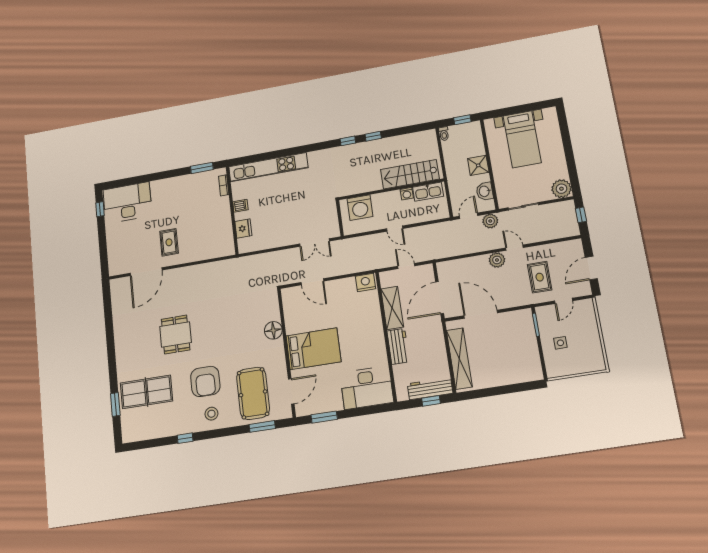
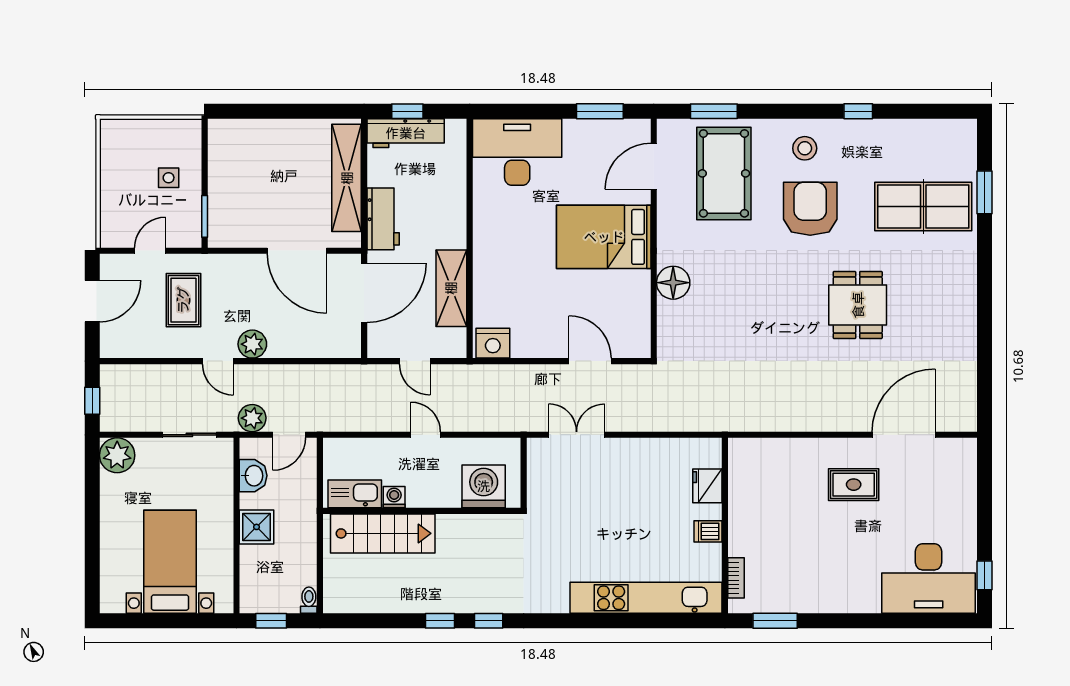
rug: (169, 242) -> (854, 485), turned 90
workbench: (398, 346) -> (383, 219), moved, turned 180

